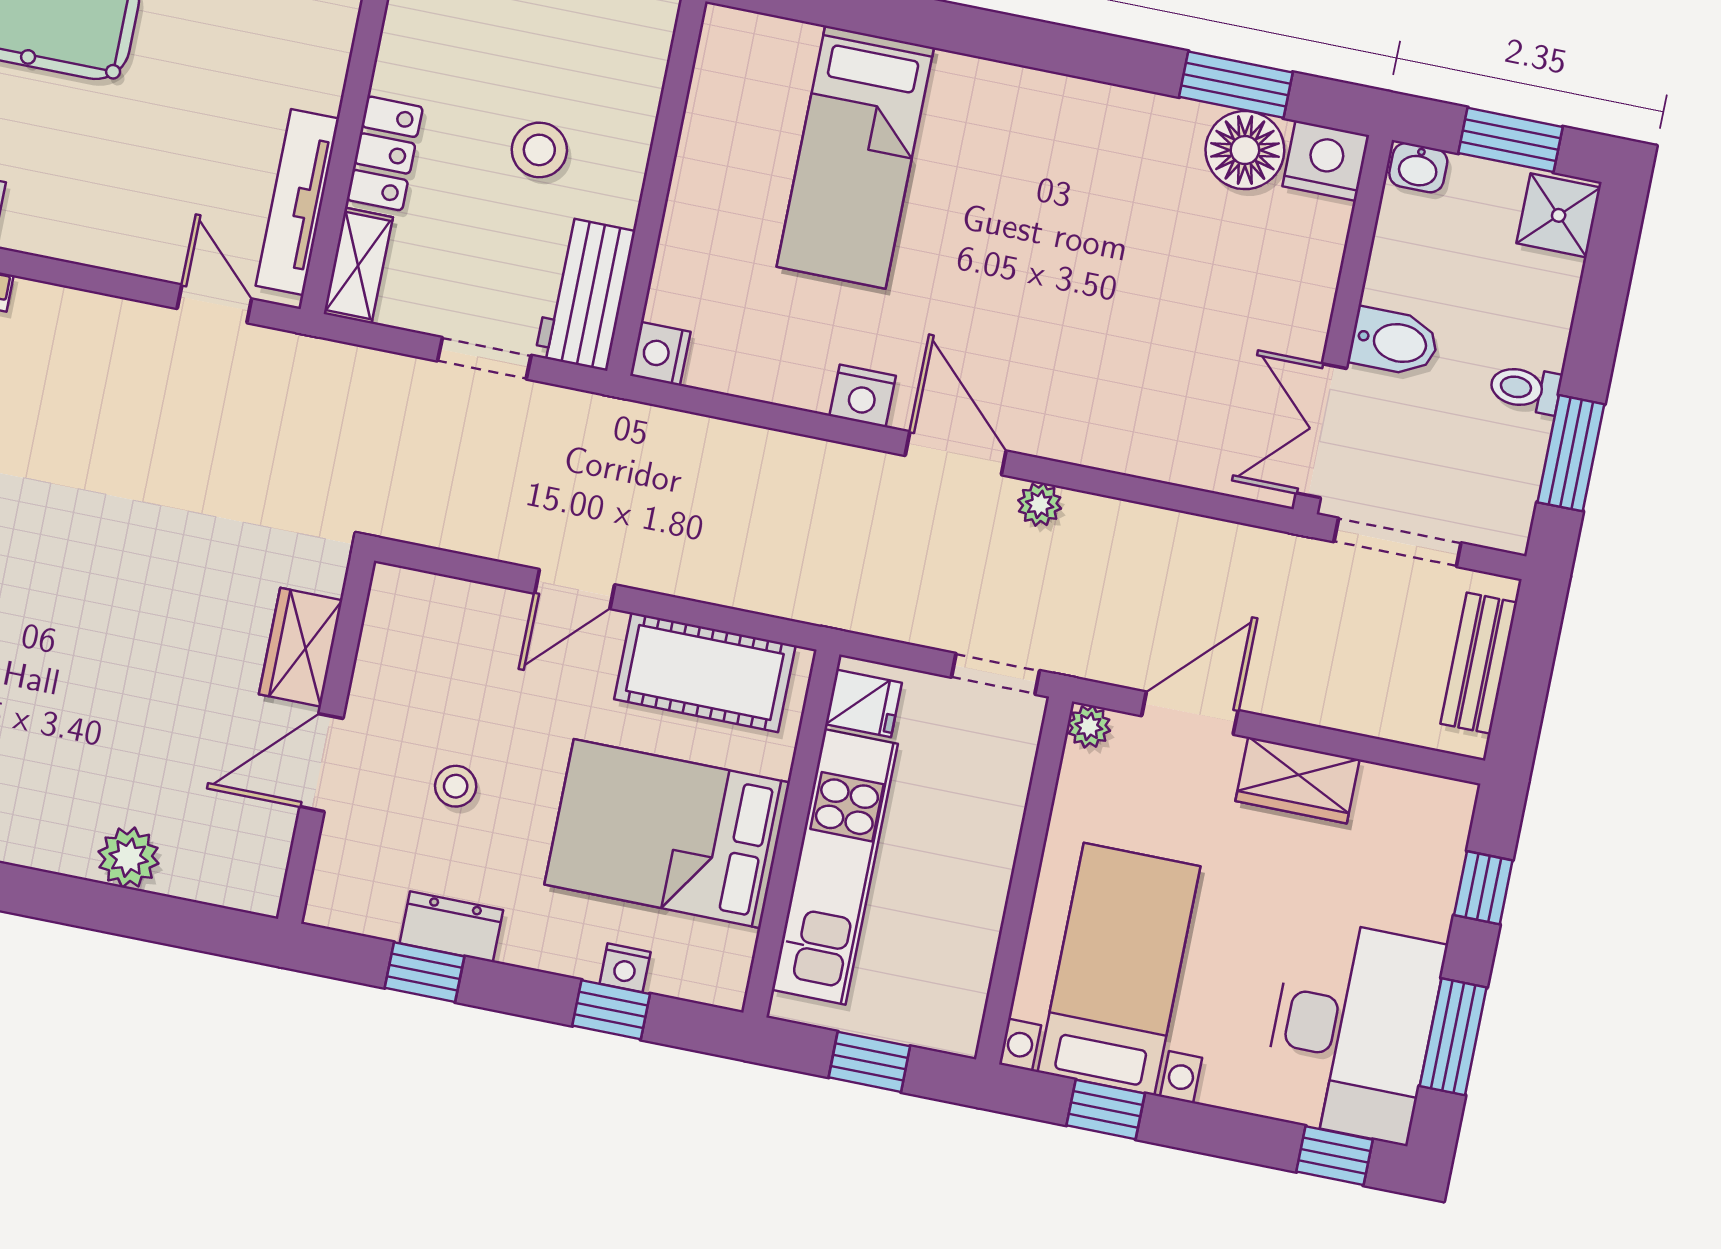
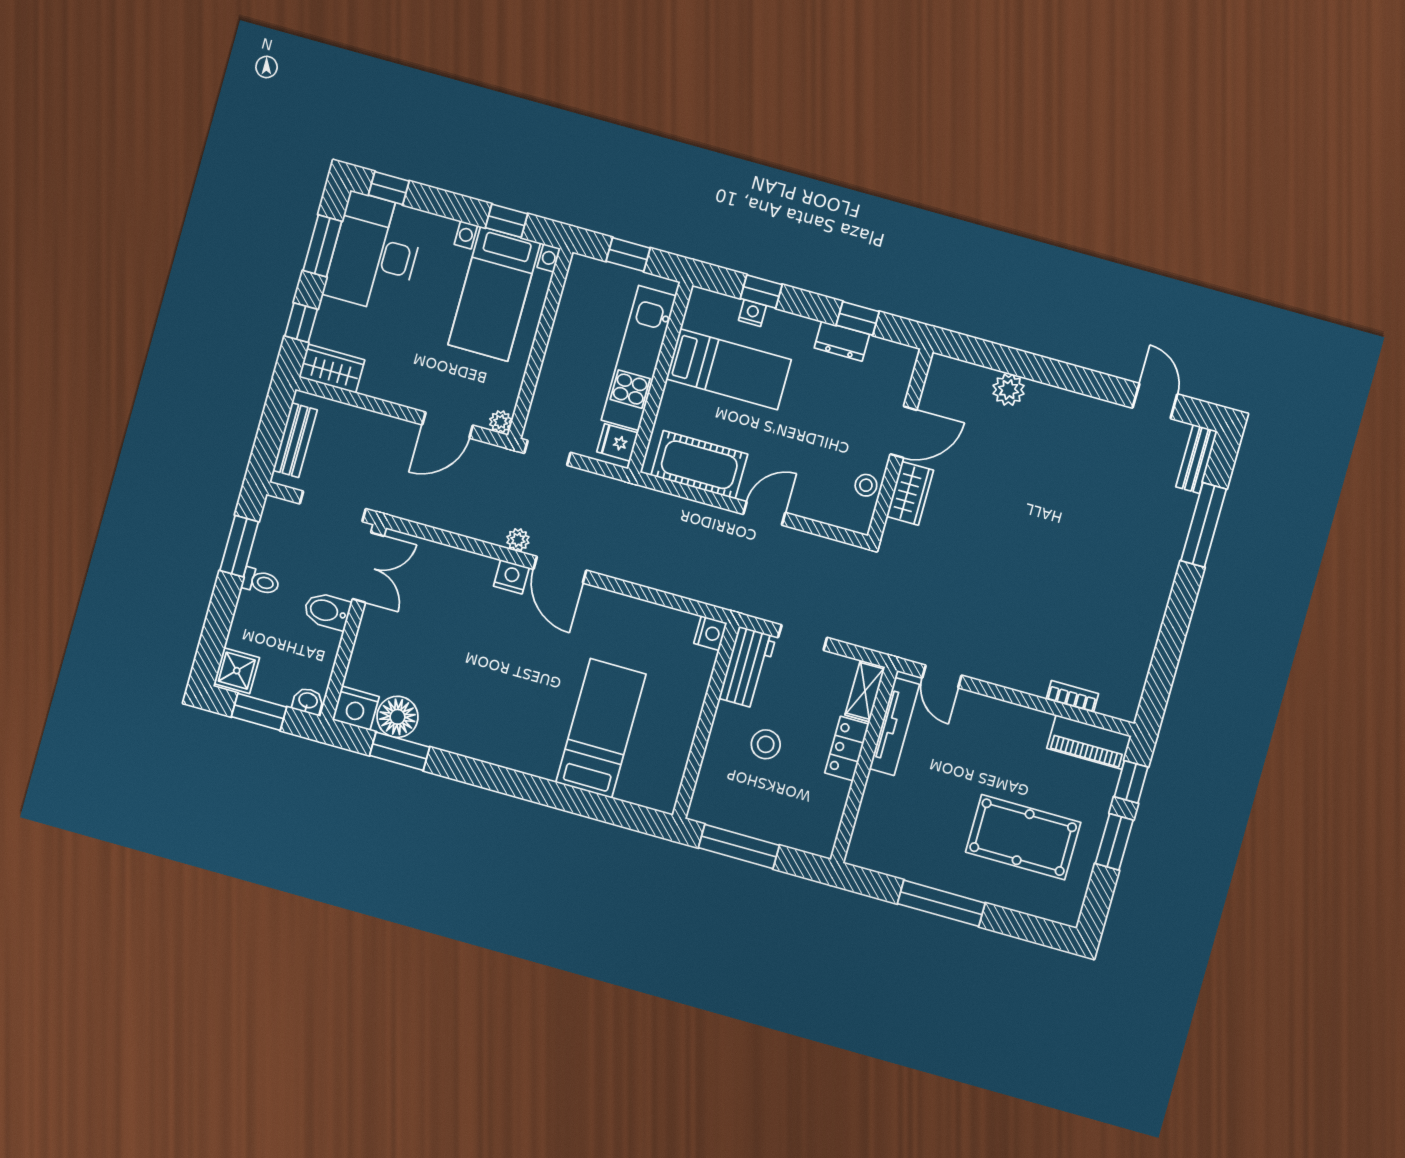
nightstand: (863, 396) -> (511, 577), moved
wardrobe: (1297, 780) -> (332, 369), moved
stool: (456, 786) -> (866, 485), moved
bed: (667, 834) -> (729, 369), width x0.67

